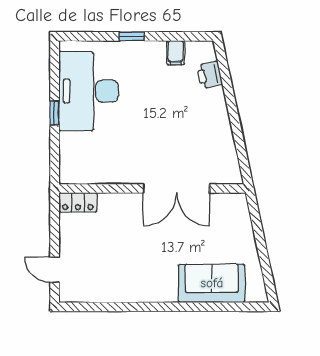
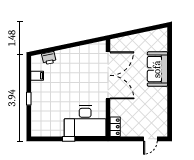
desk: (89, 91) -> (85, 121), moved
double door: (176, 189) -> (108, 75), width x1.36
sofa: (212, 283) -> (157, 69), moved

